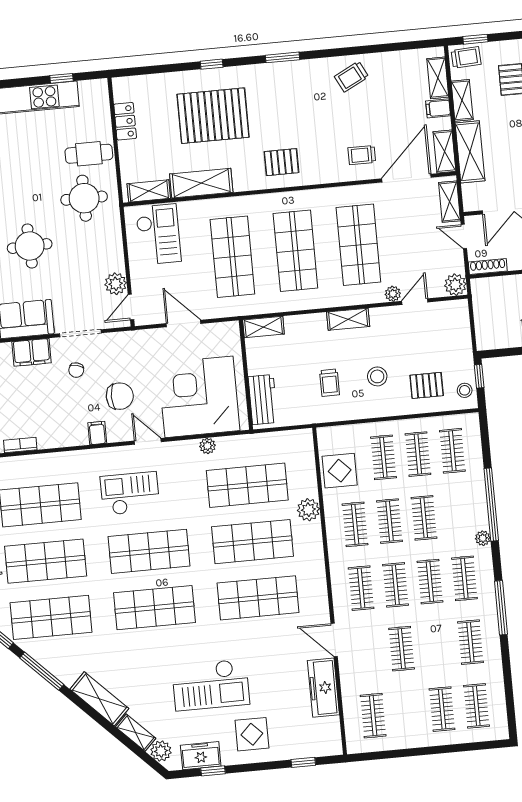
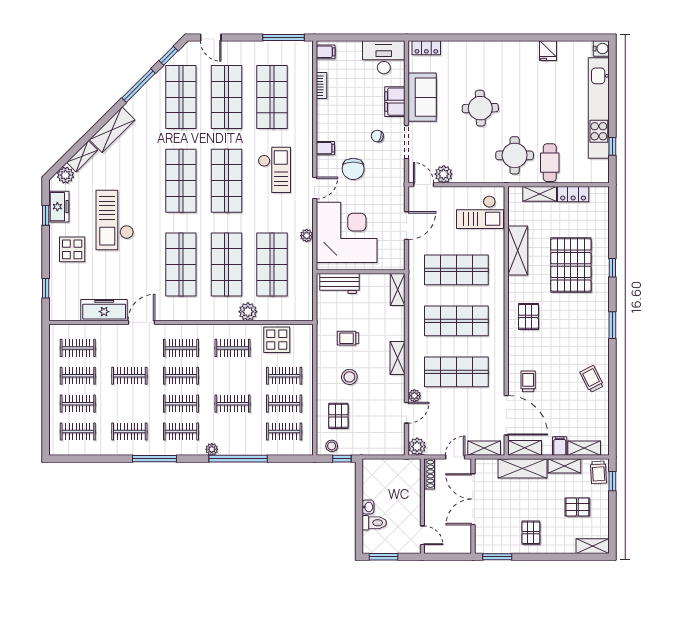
shelving: (149, 191) -> (540, 194), moved, turned 90
door: (415, 302) -> (407, 413), hinge flipped
clothes rail: (390, 521) -> (78, 376), moved

